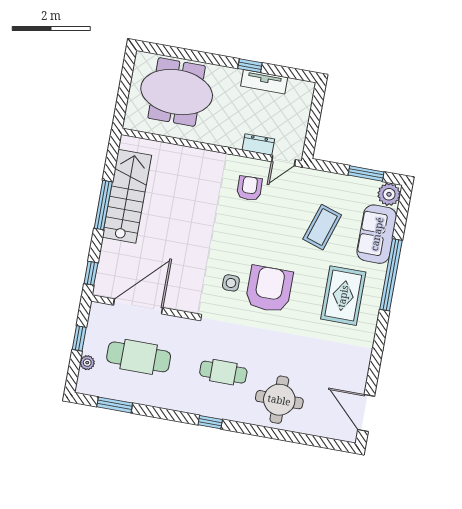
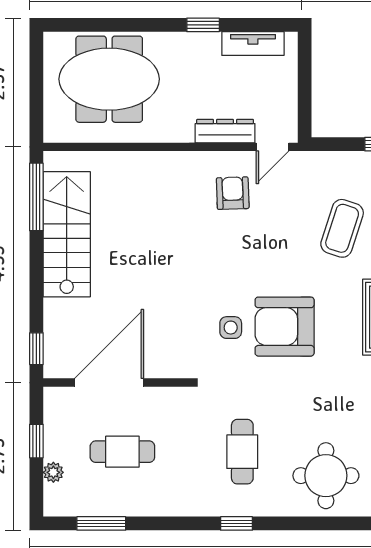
tv unit: (264, 82) -> (253, 44), moved
dresser: (258, 145) -> (225, 131), width x1.44
window: (103, 205) -> (36, 197), moved
armchair: (269, 289) -> (285, 327), turned -90
cafe table: (139, 357) -> (122, 452), width x0.73, depth x0.74
cafe table: (223, 372) -> (242, 452), turned 90

